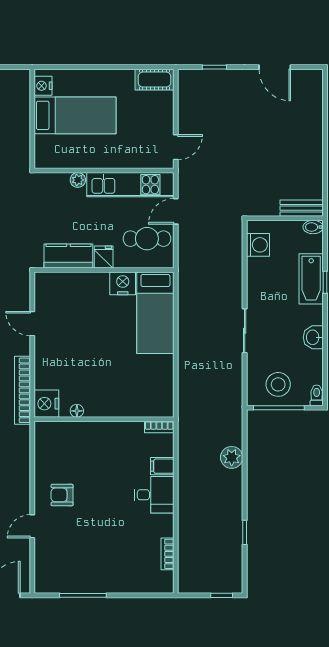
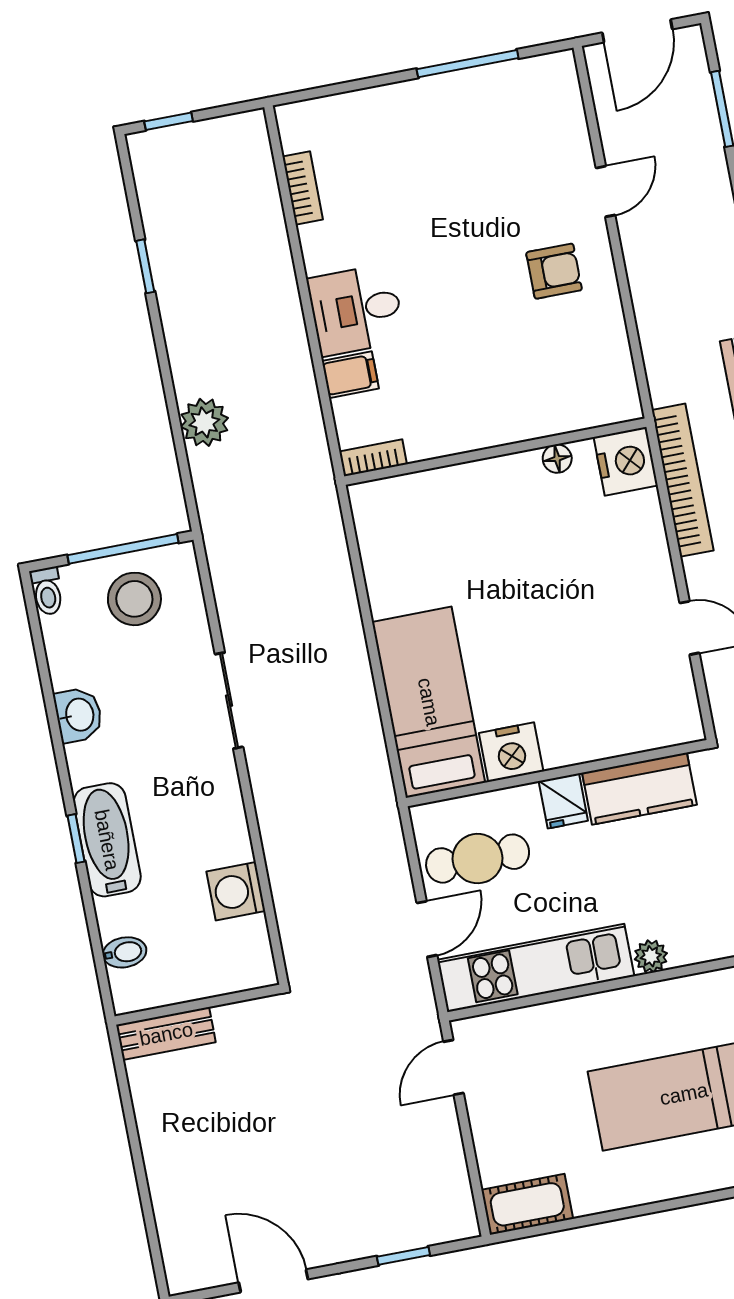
bench: (302, 208) -> (166, 1034), moved
wall: (285, 218) -> (198, 1005), moved

